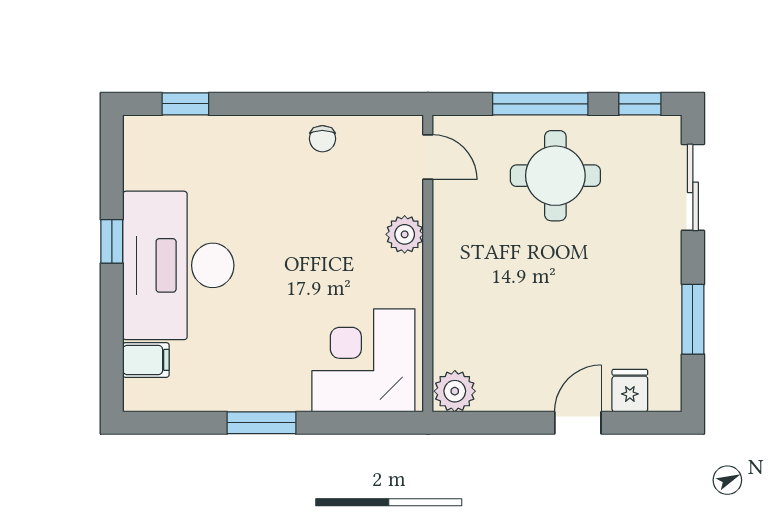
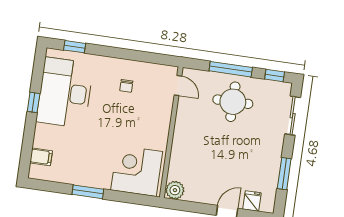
chair: (322, 139) -> (126, 86), moved
plant: (405, 234) -> (163, 118), removed
desk: (178, 265) -> (65, 93), moved

